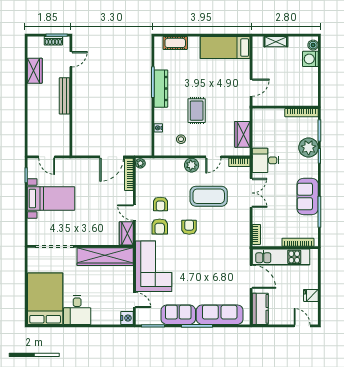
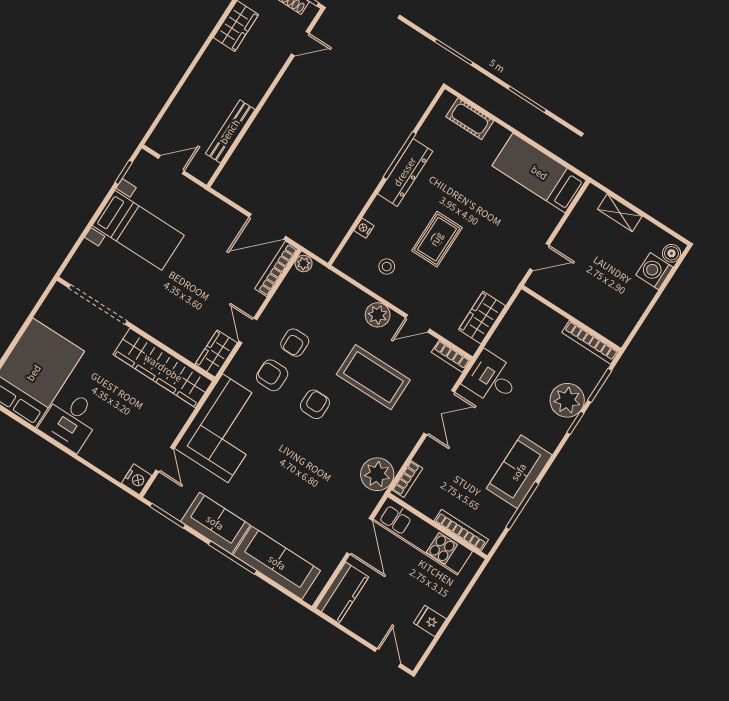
bench: (65, 96) -> (230, 132), moved
door: (47, 157) -> (171, 165), swing flipped
armchair: (160, 227) -> (272, 375), turned 90
plant: (240, 241) -> (377, 474), added

